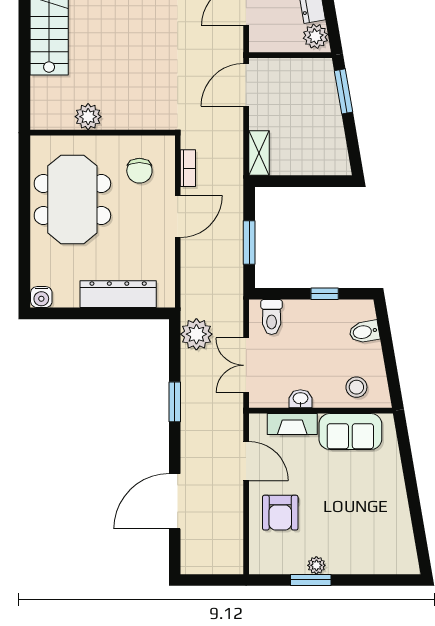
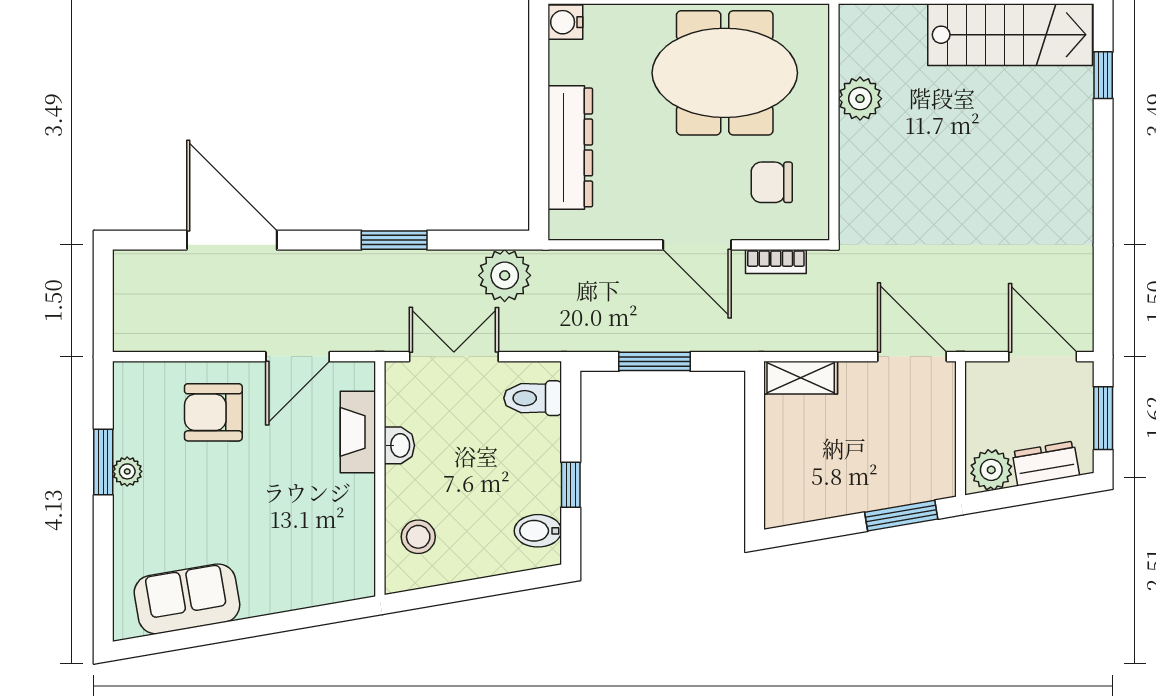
bidet: (364, 332) -> (538, 531), moved, turned -80
sofa: (350, 431) -> (187, 599), moved, turned 80

